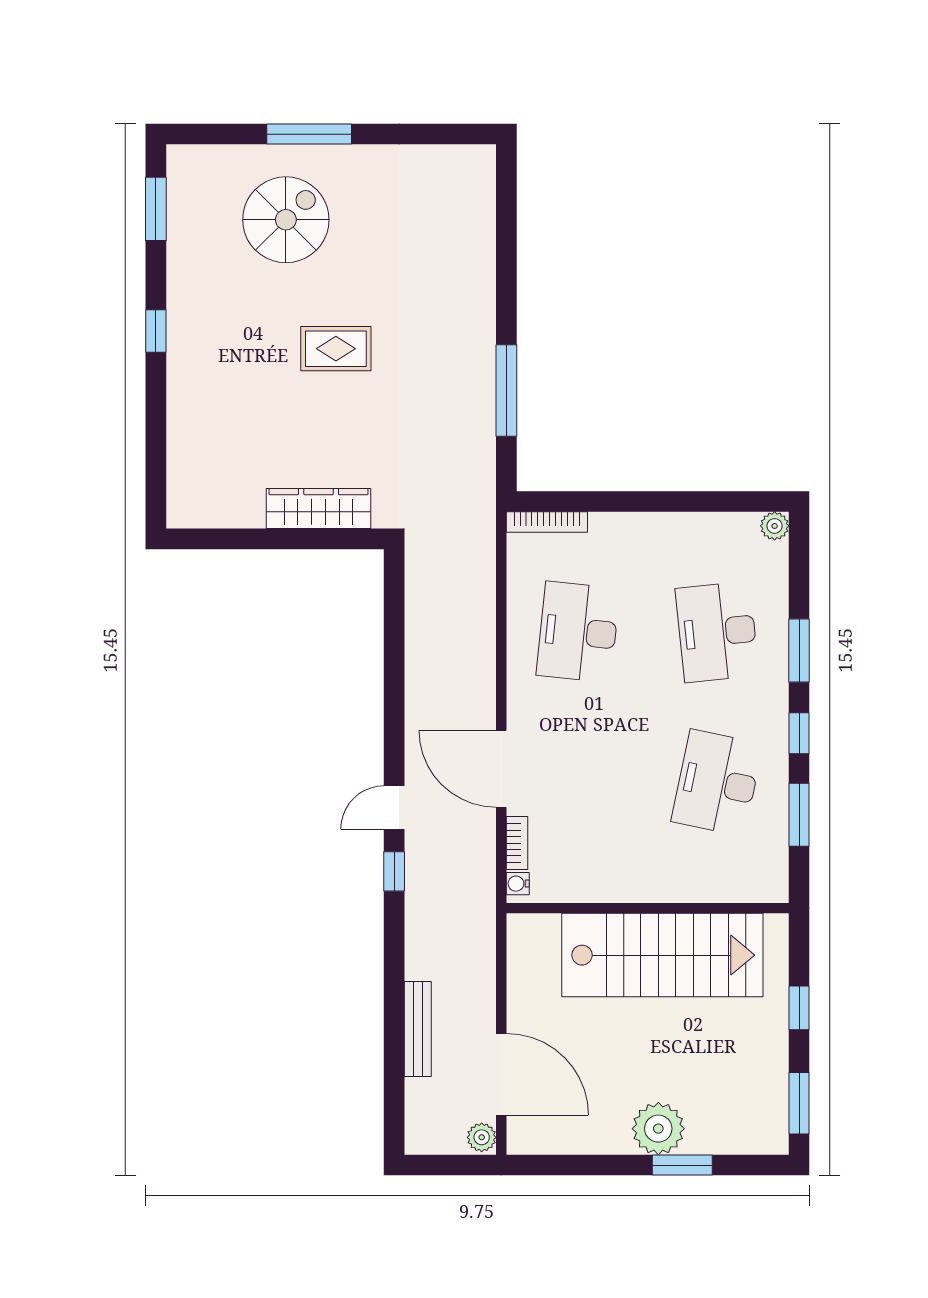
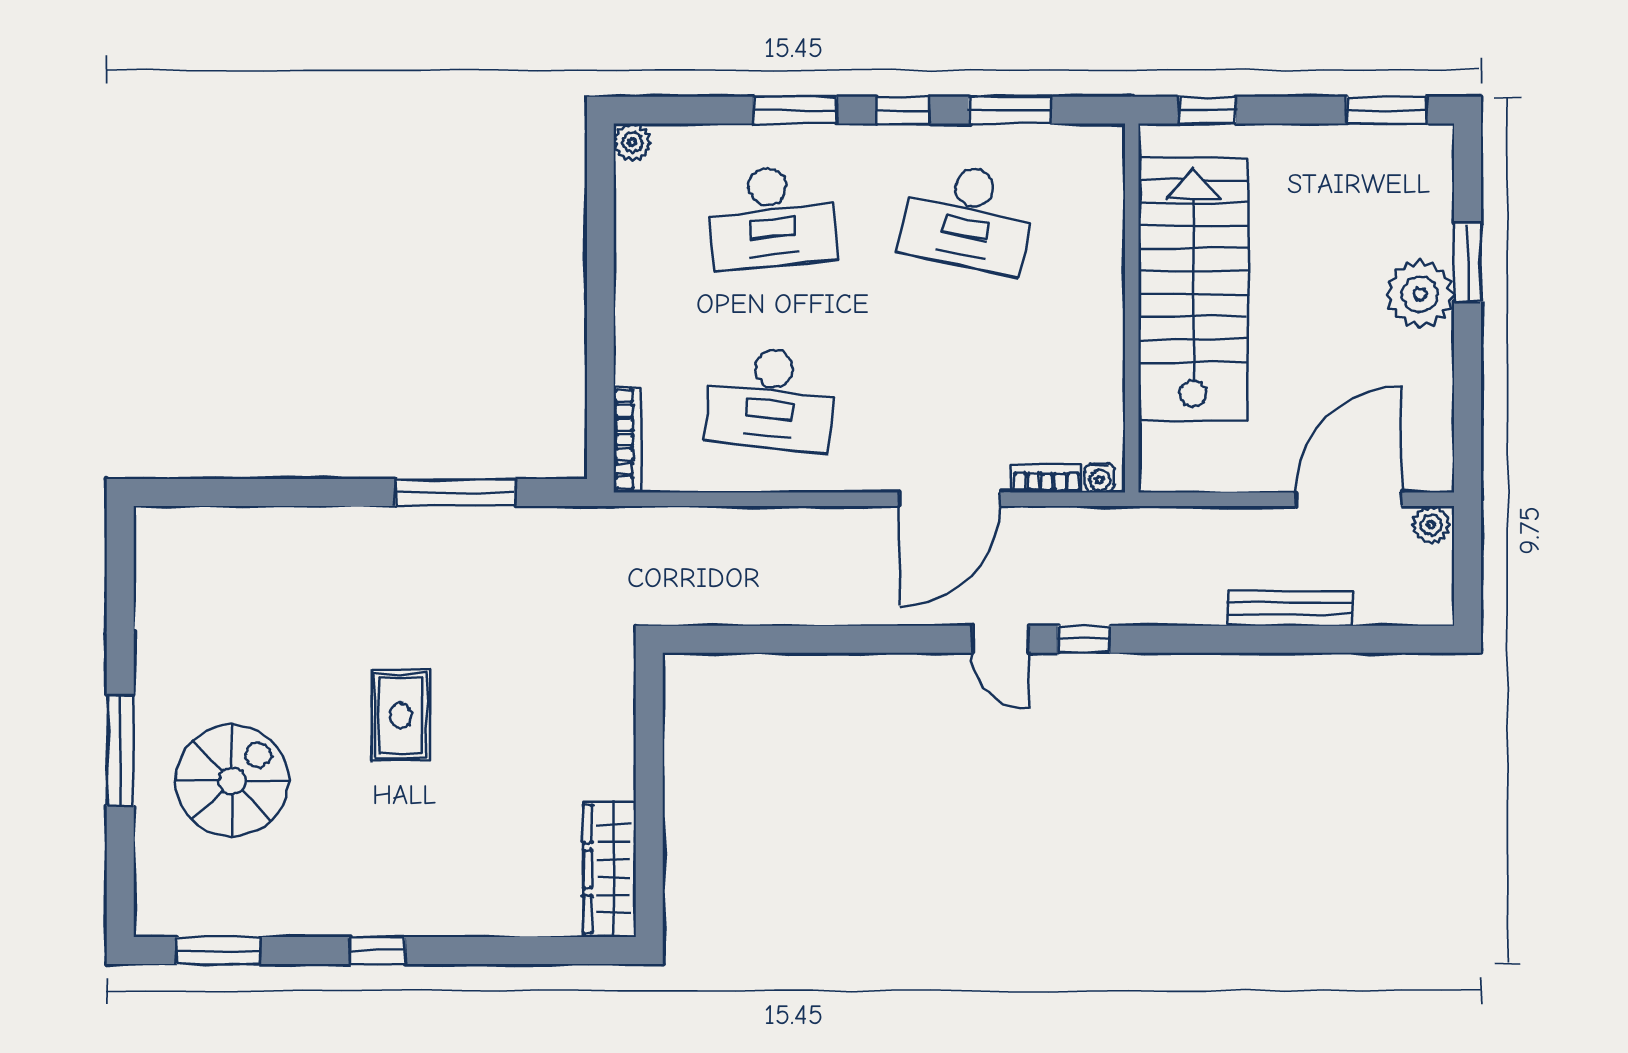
spiral stairs: (286, 220) -> (232, 781), turned 90
wardrobe: (319, 509) -> (610, 869), moved
window: (799, 1008) -> (1208, 110), moved

